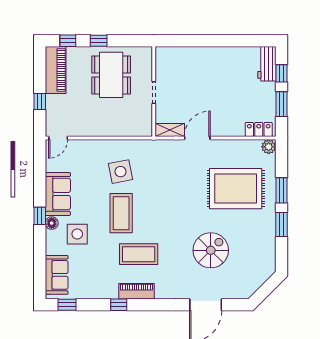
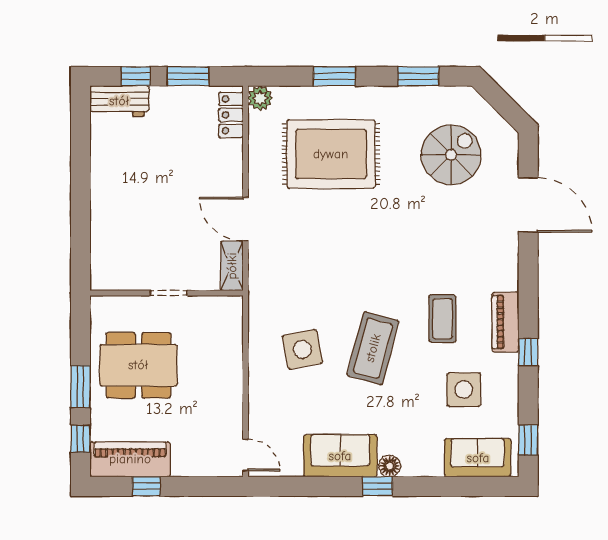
window: (99, 41) -> (80, 387), width x1.50
window: (40, 102) -> (146, 486), moved
rug: (236, 189) -> (331, 154), turned 90
coffee table: (121, 213) -> (373, 348), turned -75
window: (282, 225) -> (418, 76), moved
side table: (77, 234) -> (464, 390), moved
spiral stairs: (211, 250) -> (451, 155), moved, turned 90
coffee table: (139, 254) -> (442, 319), width x0.73, depth x0.76

